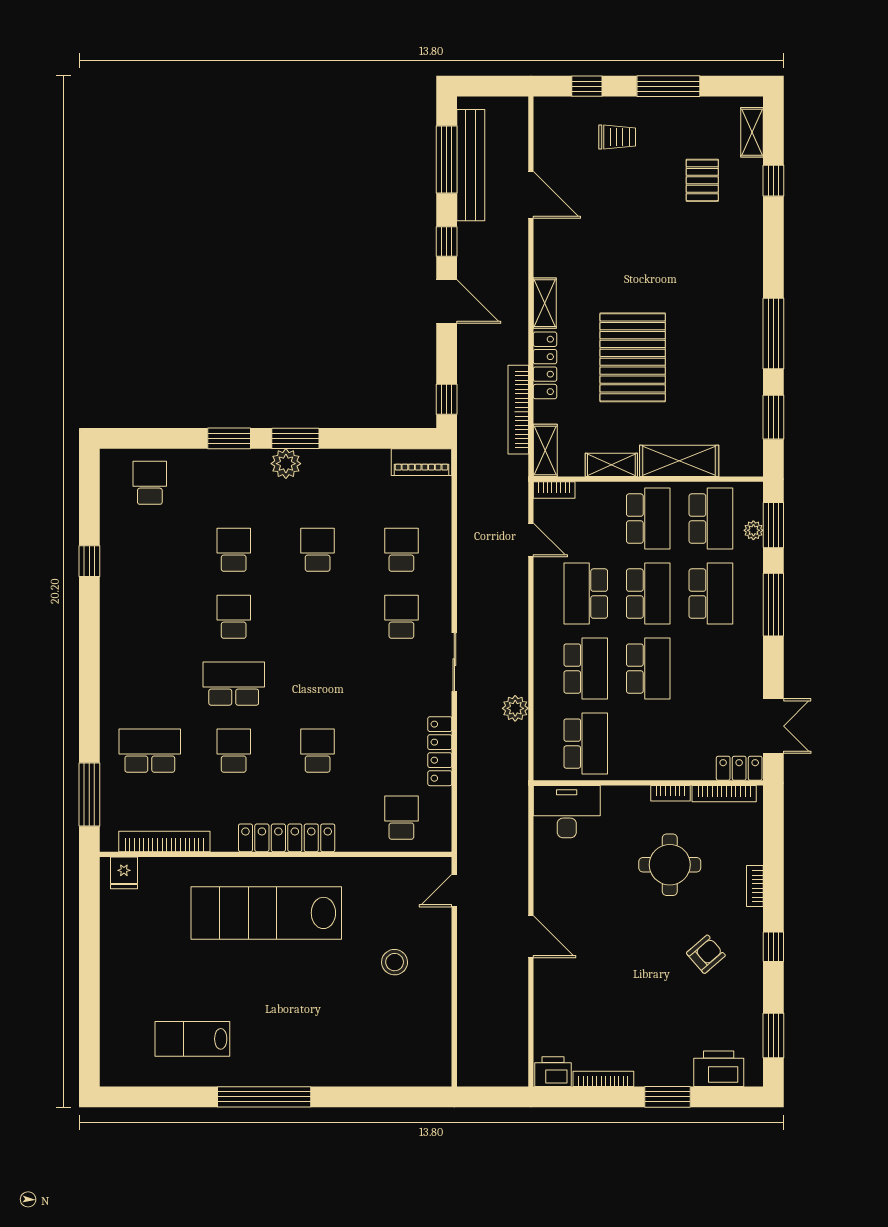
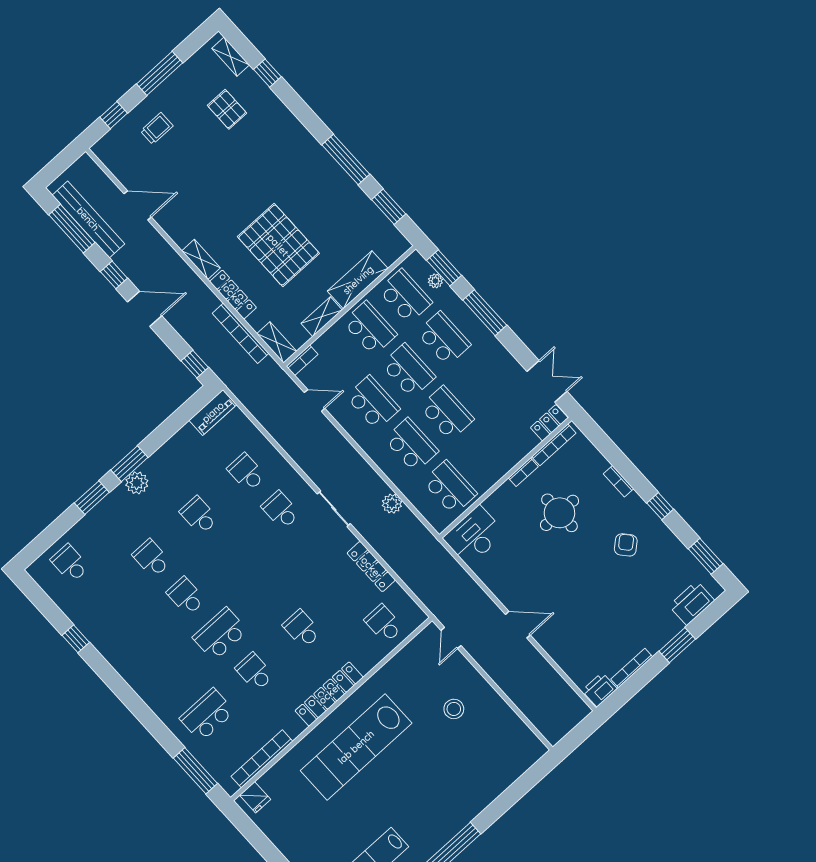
school desk: (586, 594) -> (373, 403), turned 180

